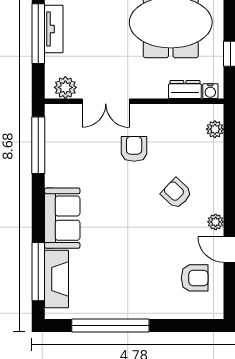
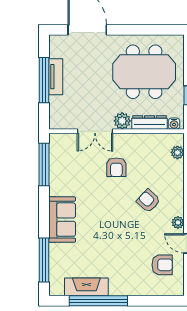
plant: (65, 87) -> (122, 121), moved
dresser: (185, 90) -> (149, 122), width x1.44
armchair: (134, 149) -> (116, 167), turned 180
fireplace: (57, 279) -> (86, 287), moved, turned -90

